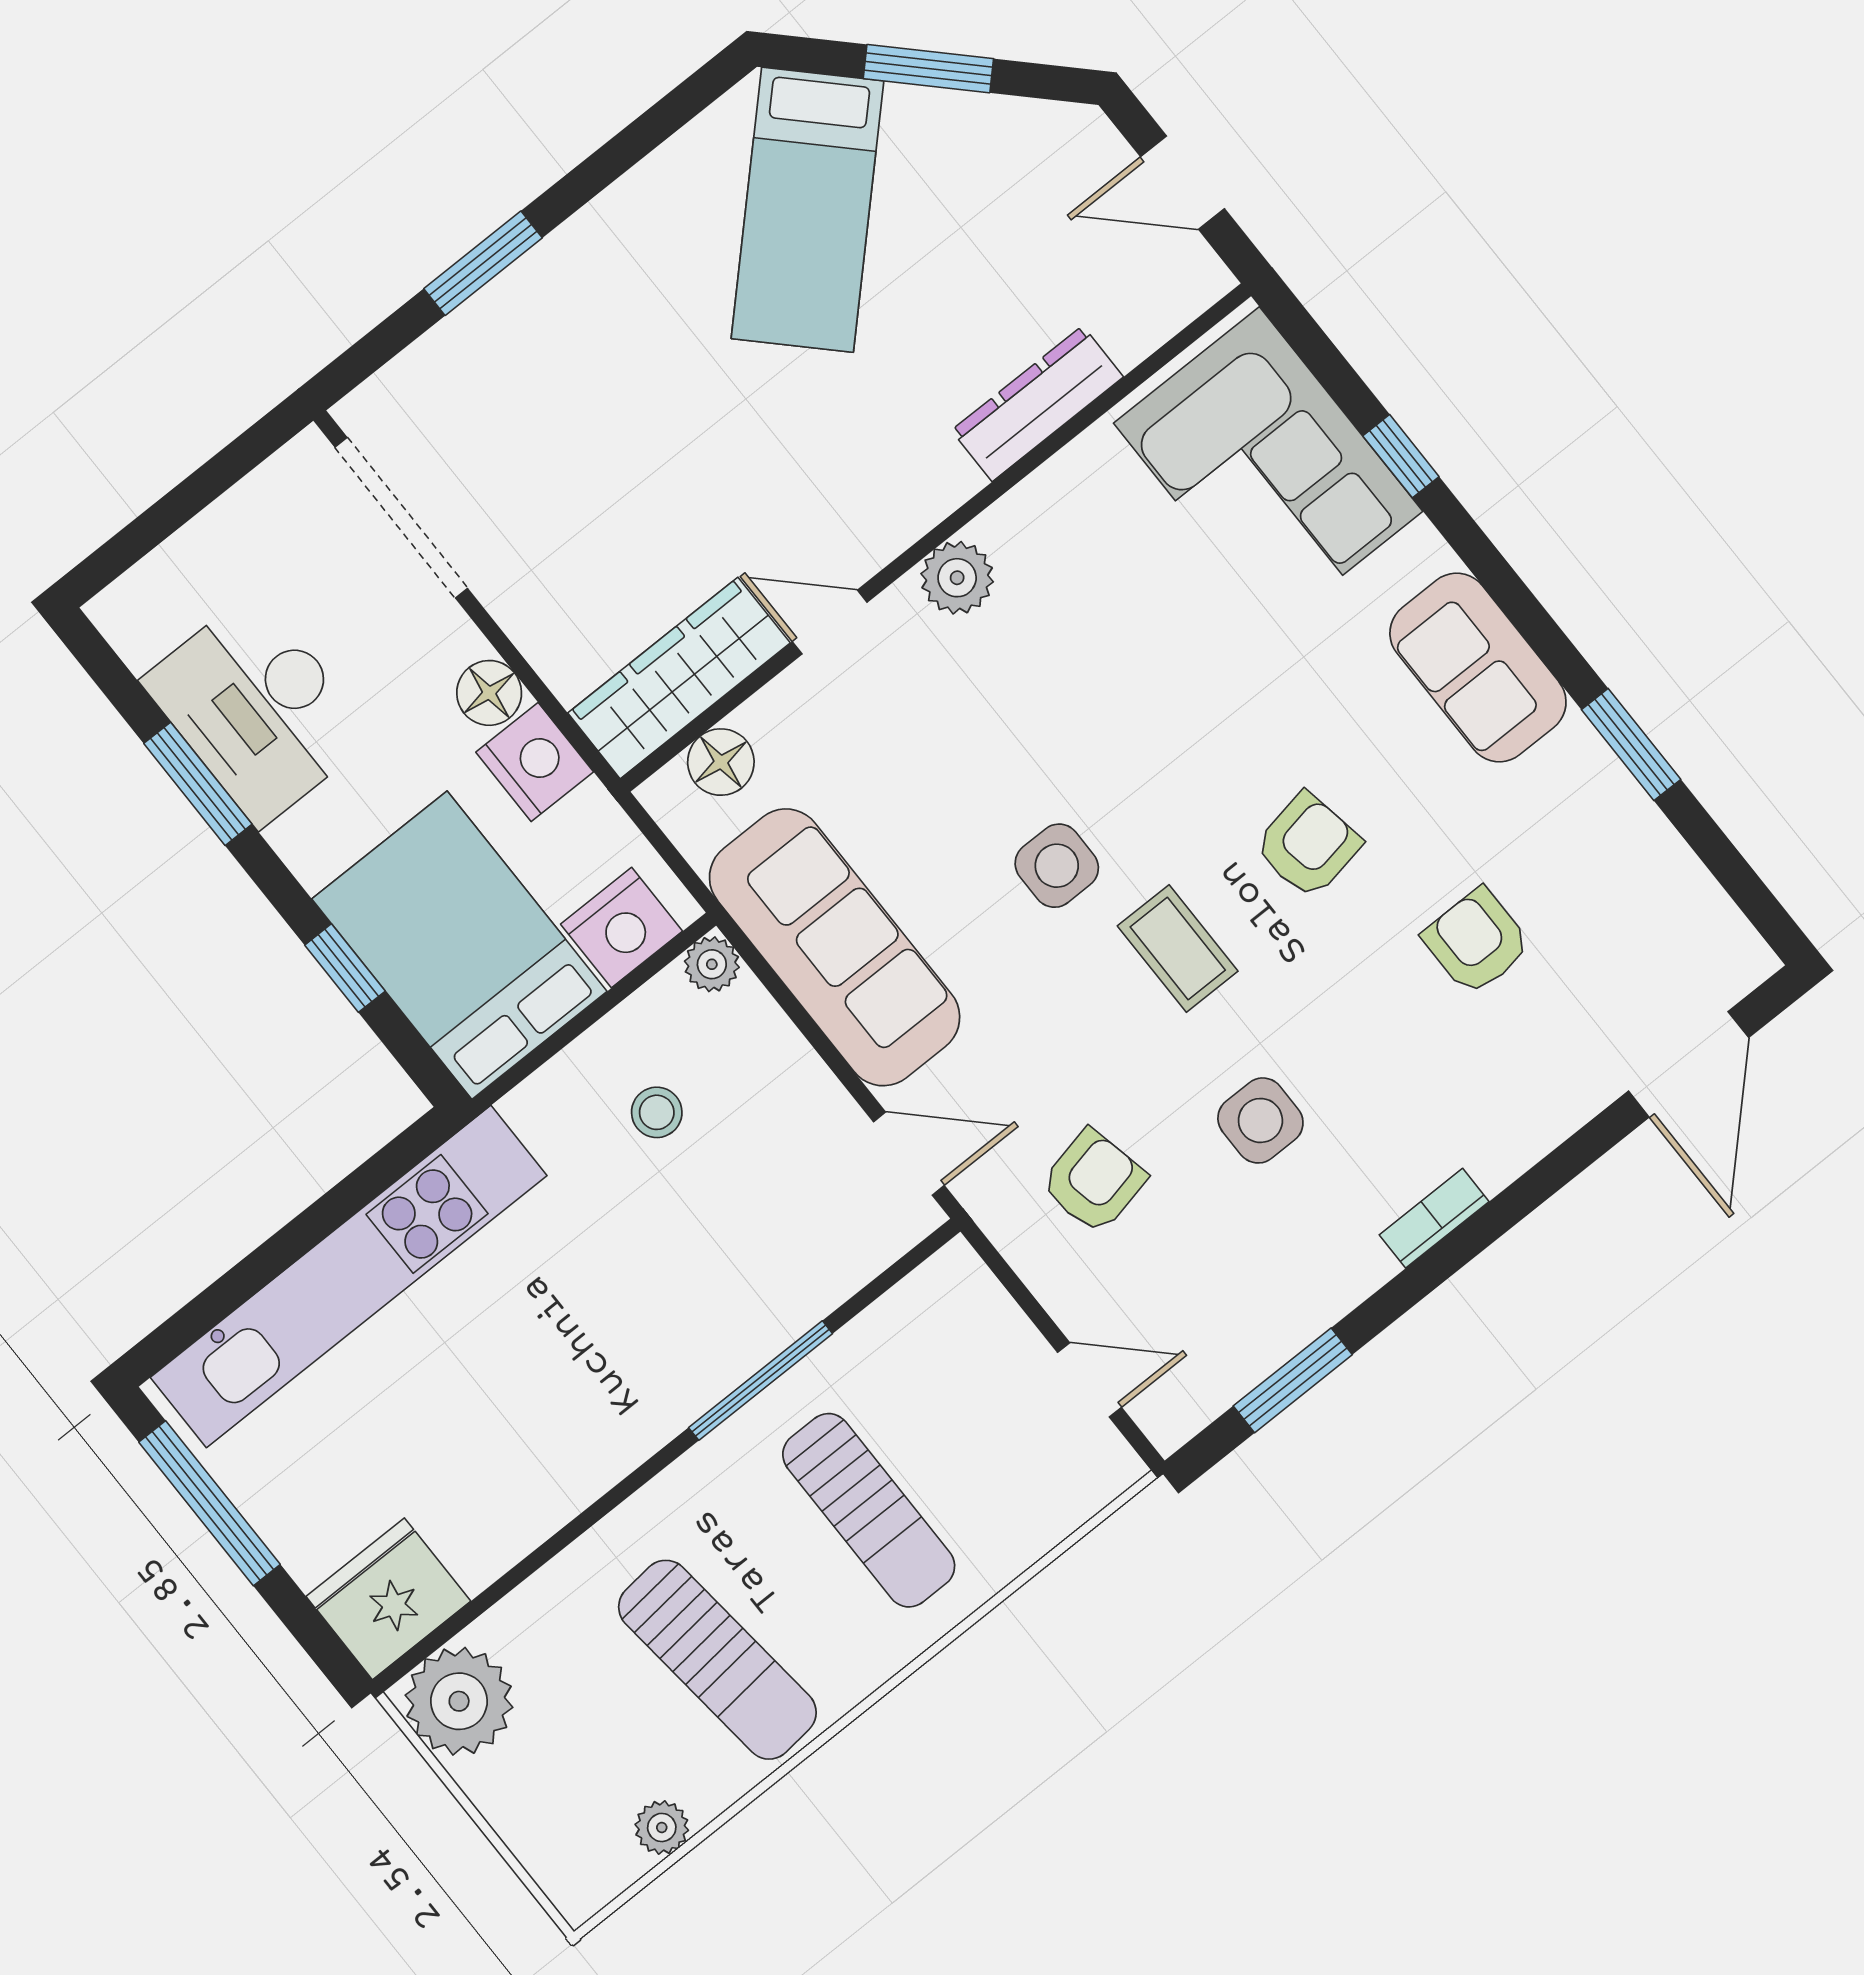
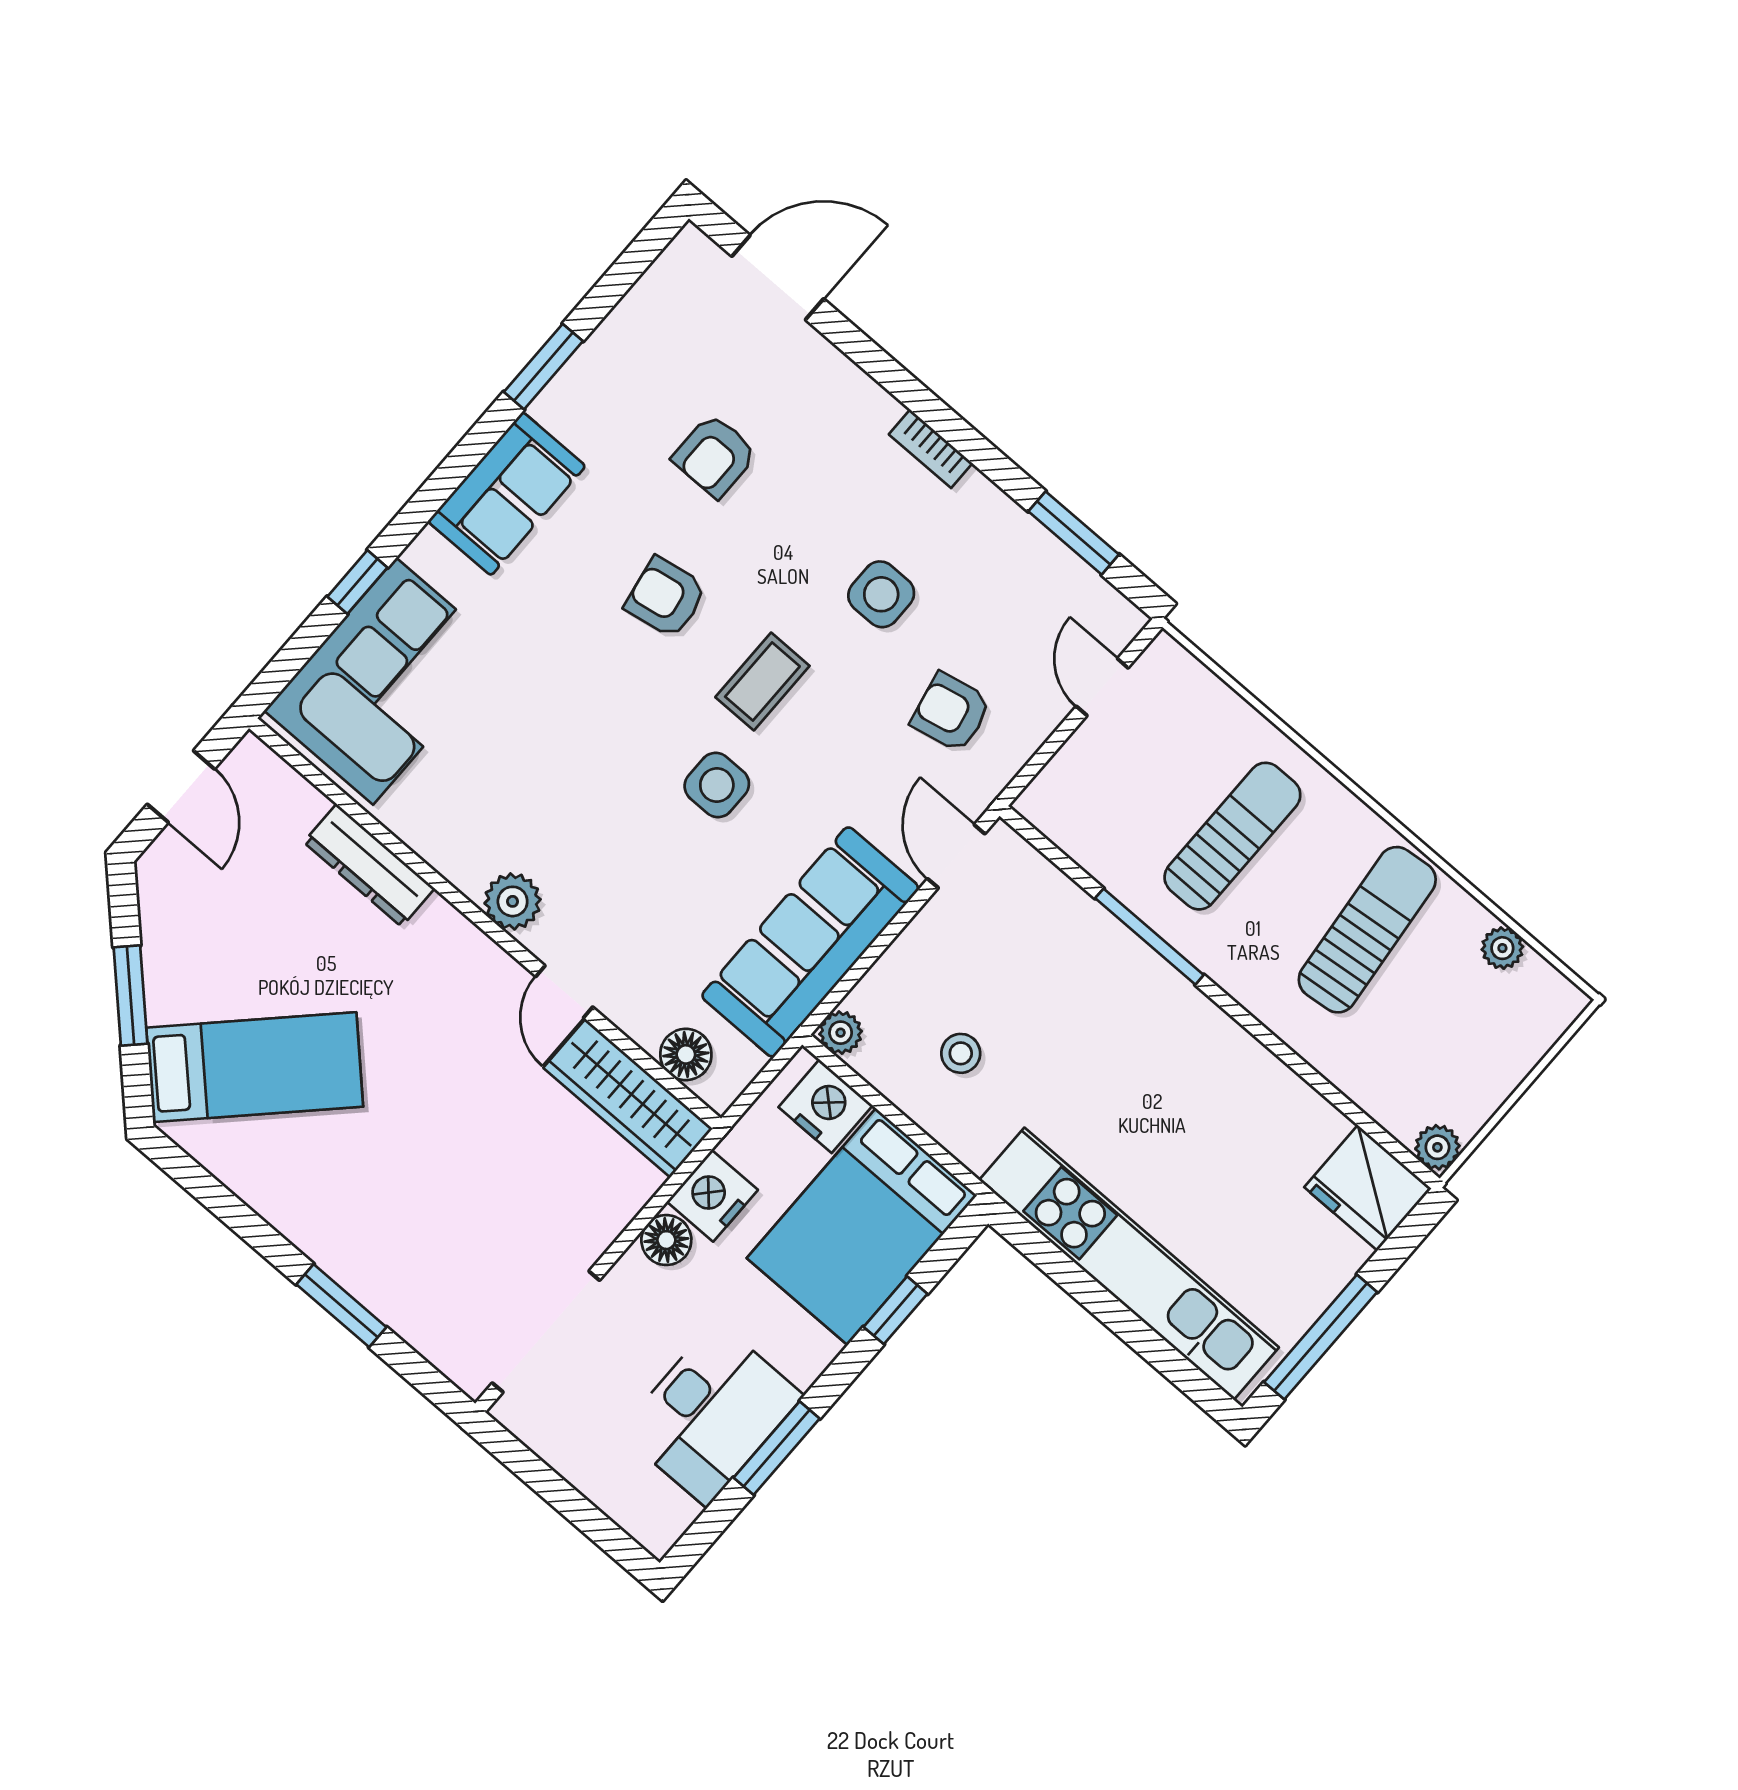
plant: (459, 1701) -> (1437, 1147), width x0.53, depth x0.53

